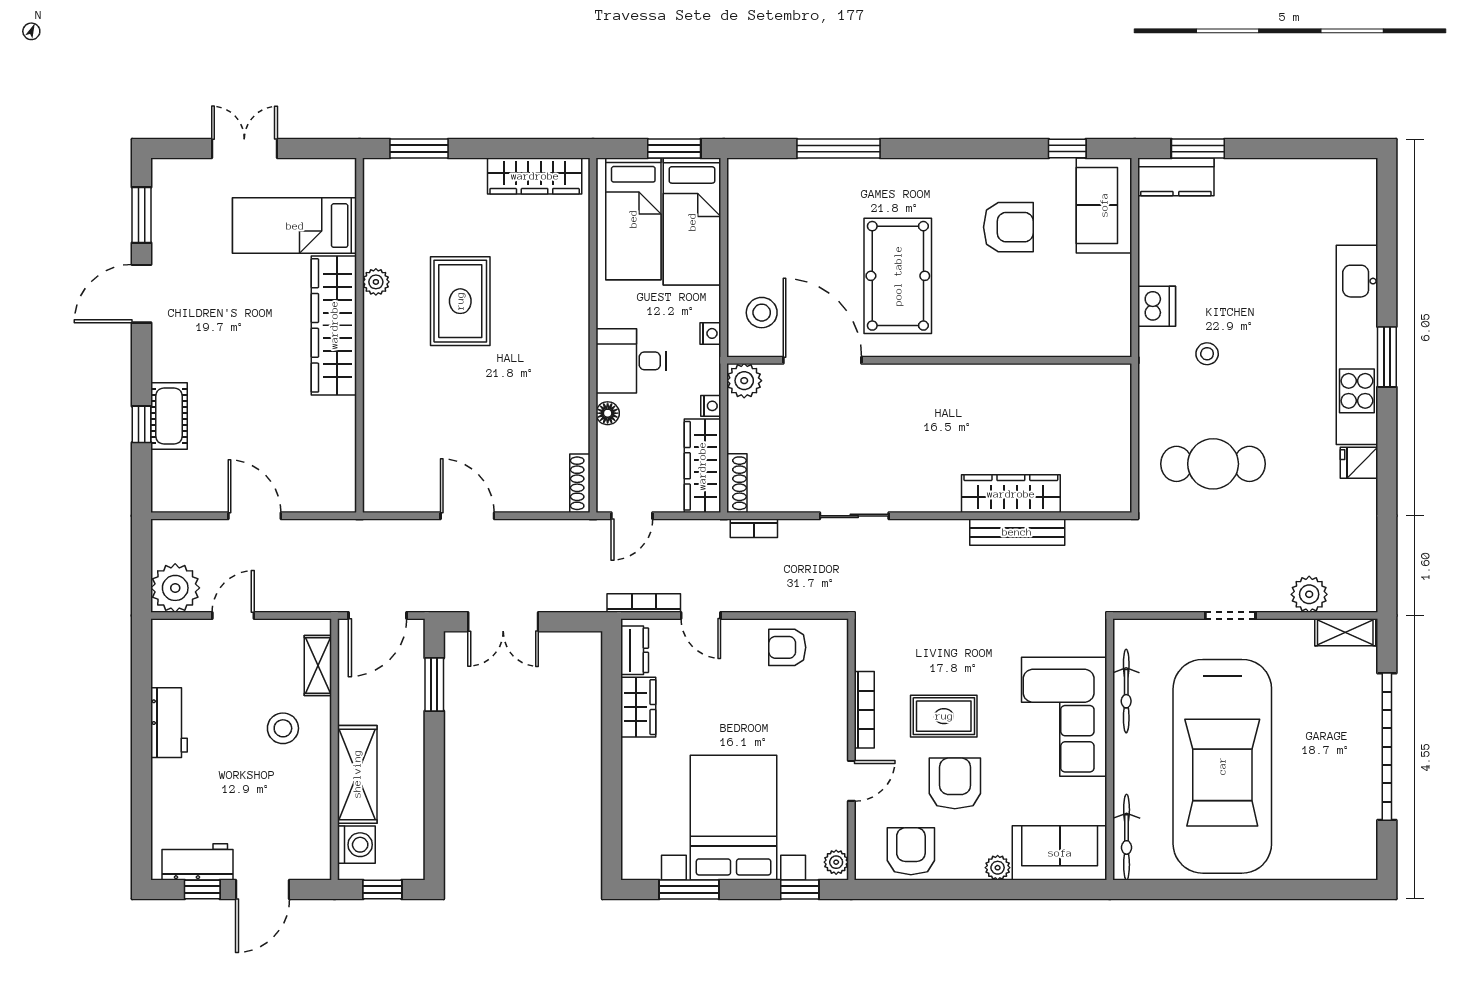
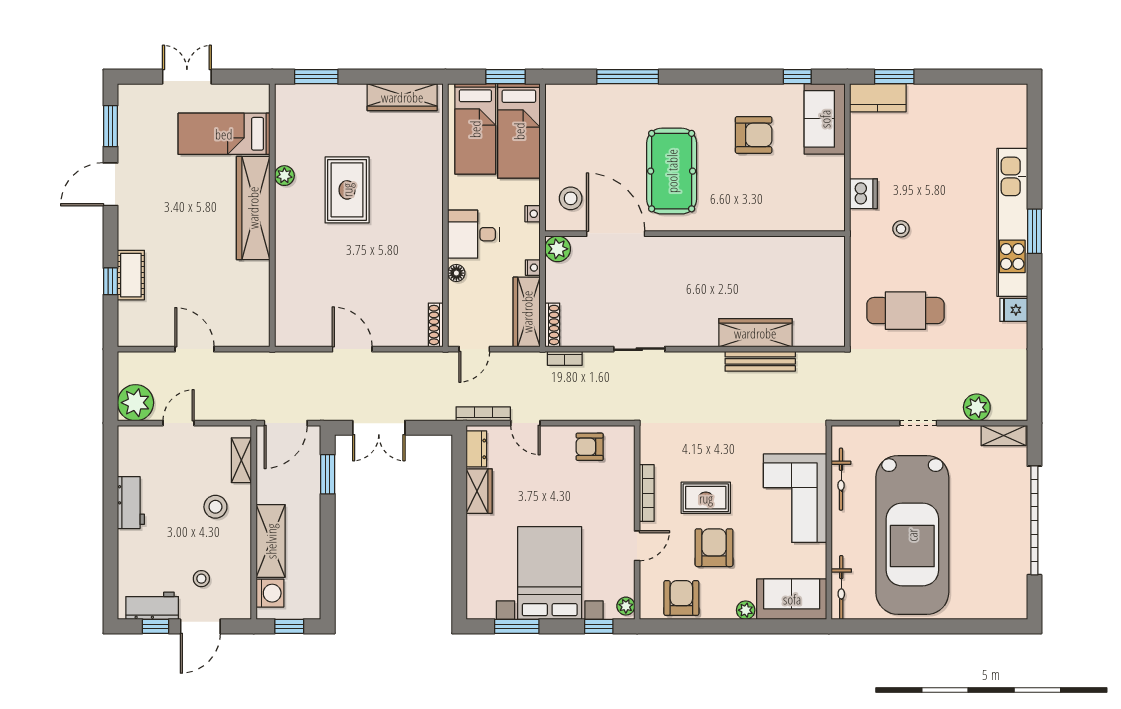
stool: (264, 825) -> (201, 579), added

